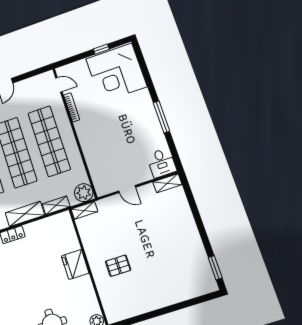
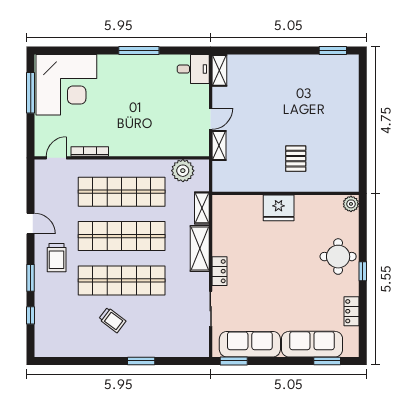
window: (101, 49) -> (31, 93), width x2.17
plant: (84, 193) -> (183, 171), moved
shelving: (84, 210) -> (219, 145), moved

